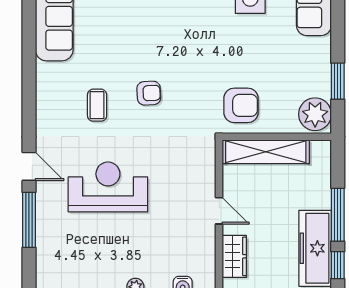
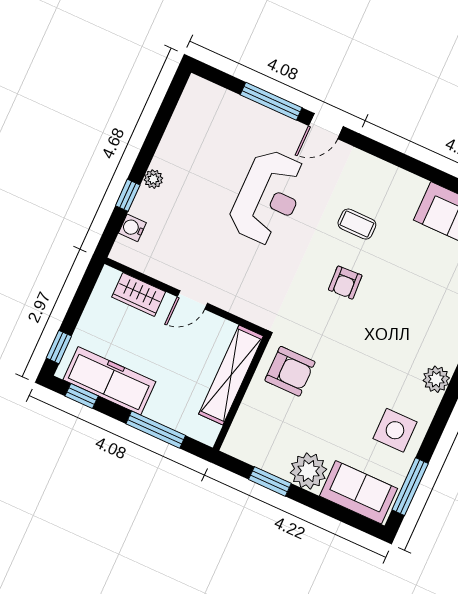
armchair: (241, 105) -> (290, 371), turned -90
plant: (315, 114) -> (308, 471), moved
window: (338, 215) -> (156, 430), moved

